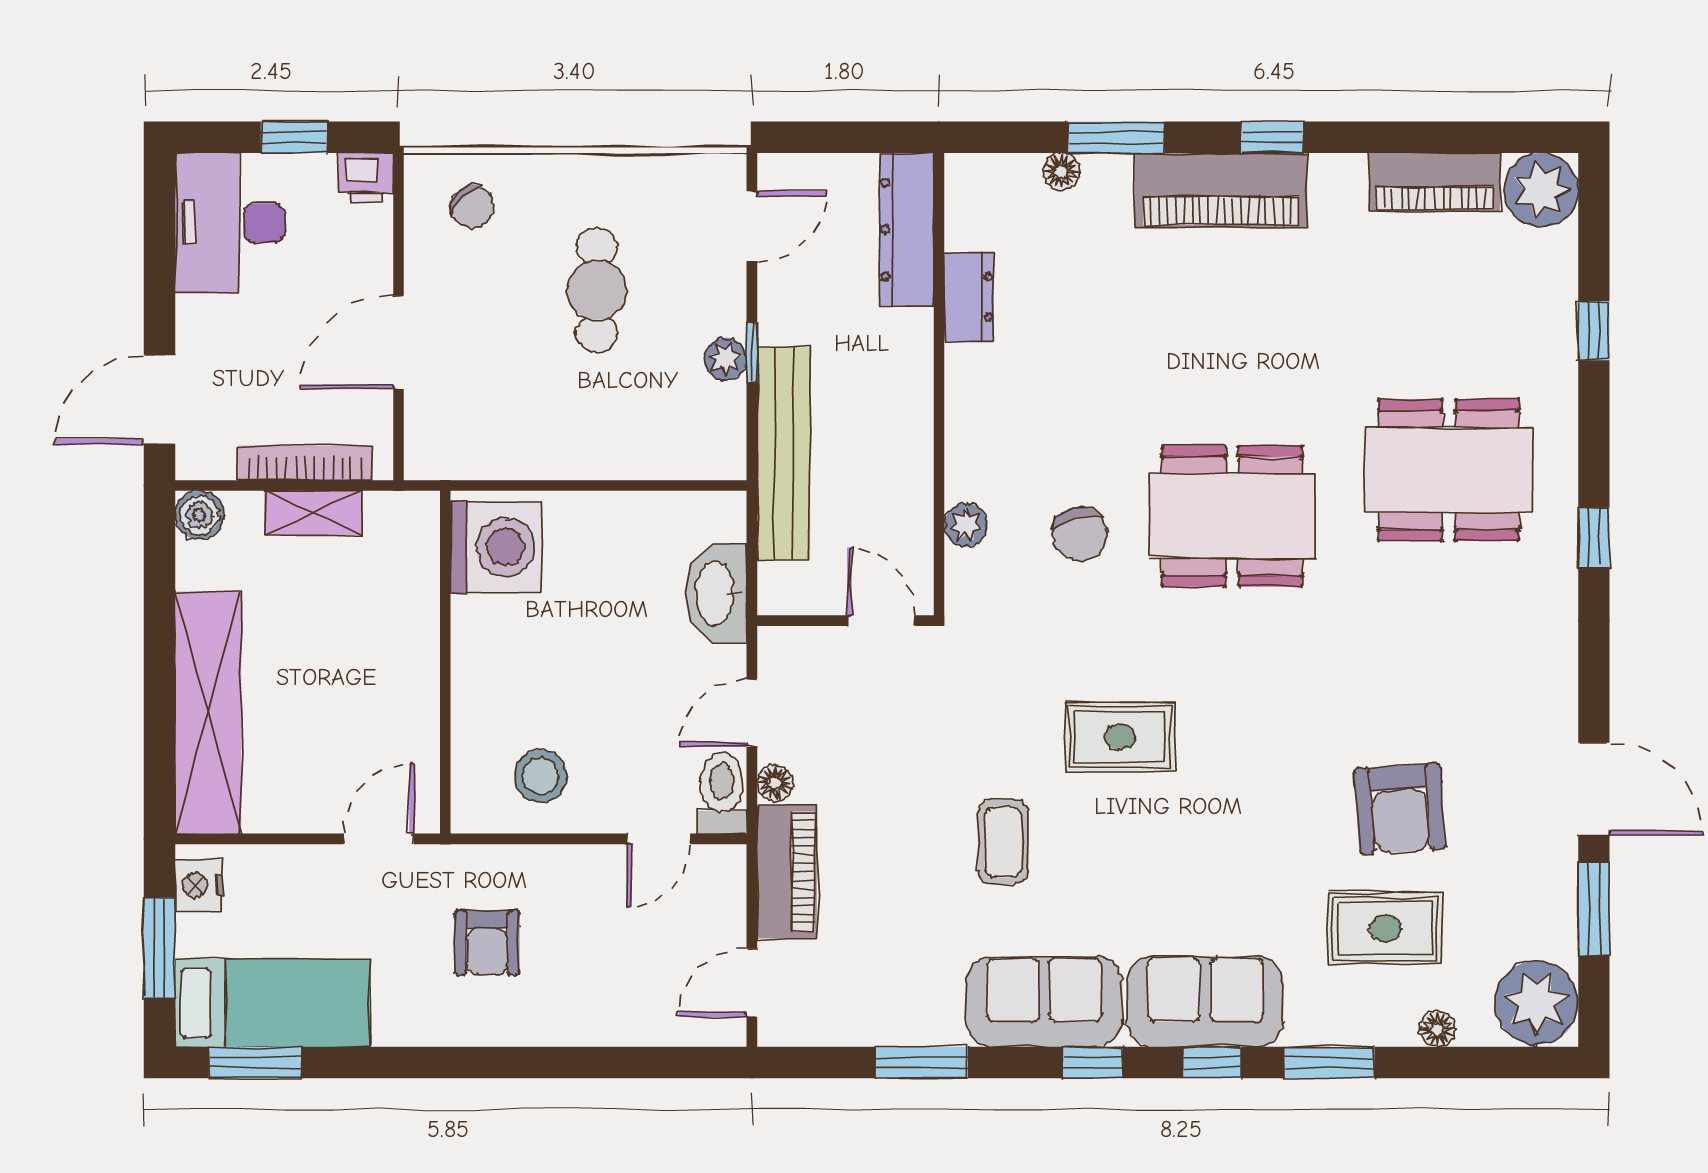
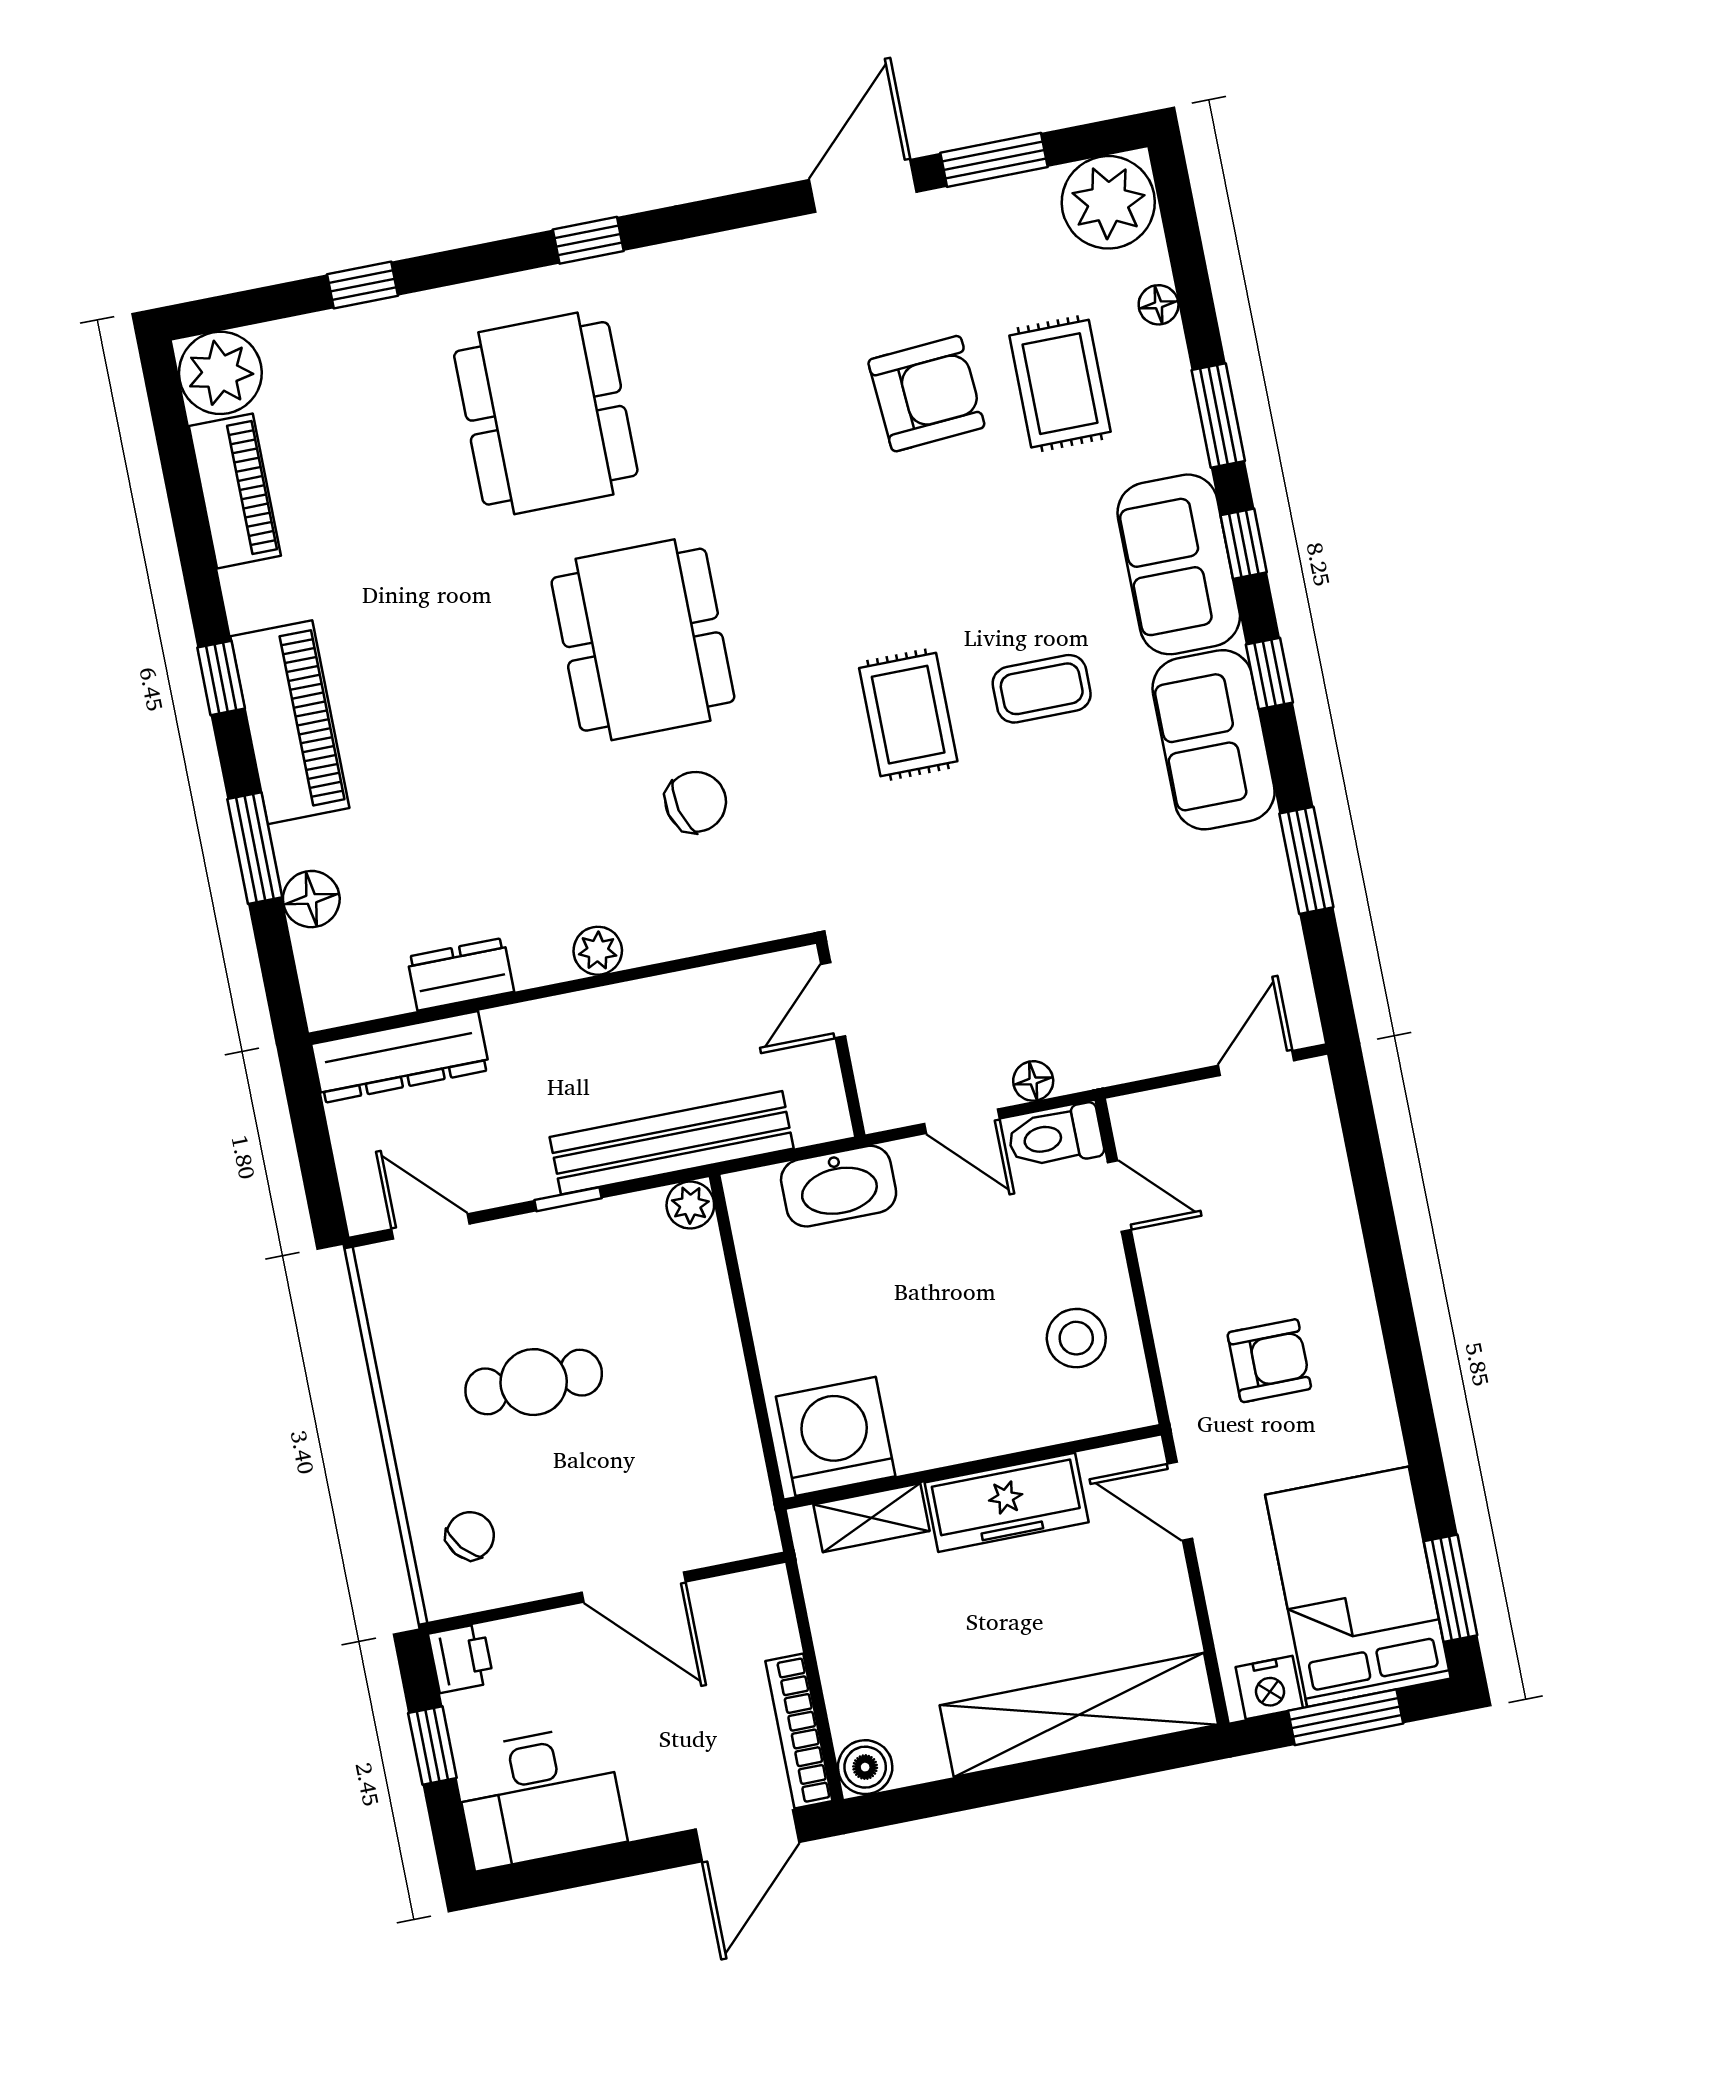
floor lamp: (1061, 171) -> (311, 899), width x1.37, depth x1.37
plant: (725, 359) -> (690, 1205), moved
door: (159, 399) -> (747, 1836), hinge flipped
bookcase: (305, 463) -> (799, 1731), moved
shelving: (313, 513) -> (871, 1518), moved, turned 90
plant: (966, 525) -> (598, 951), moved
freezer: (408, 686) -> (1007, 1502), added
coffee table: (1003, 842) -> (1042, 689), moved
piano: (787, 872) -> (1127, 1049), removed
door: (752, 983) -> (1256, 1063), swing flipped
bed: (272, 1003) -> (1358, 1587), width x1.50

